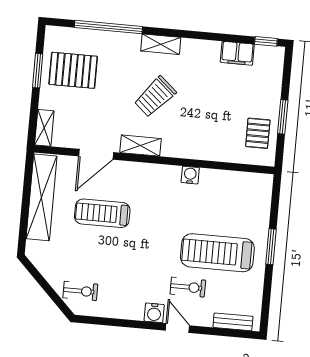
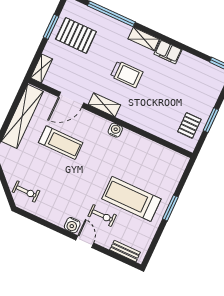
filing cabinet: (237, 53) -> (168, 52), moved
trolley: (155, 97) -> (127, 74), turned -131
water cooler: (190, 175) -> (115, 130), moved
treadmill: (102, 213) -> (61, 143), turned 180

